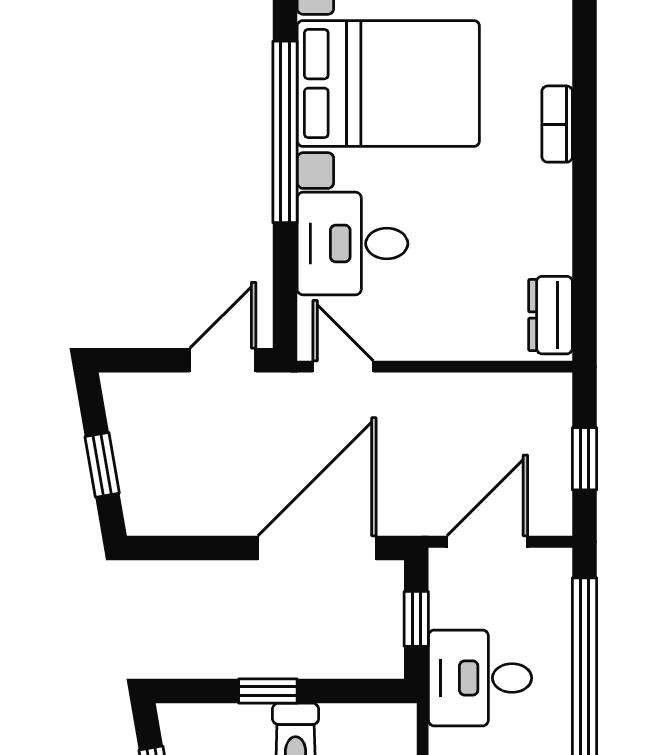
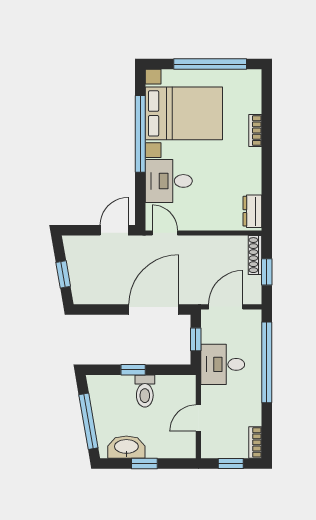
shoe rack: (557, 419) -> (255, 255), added

